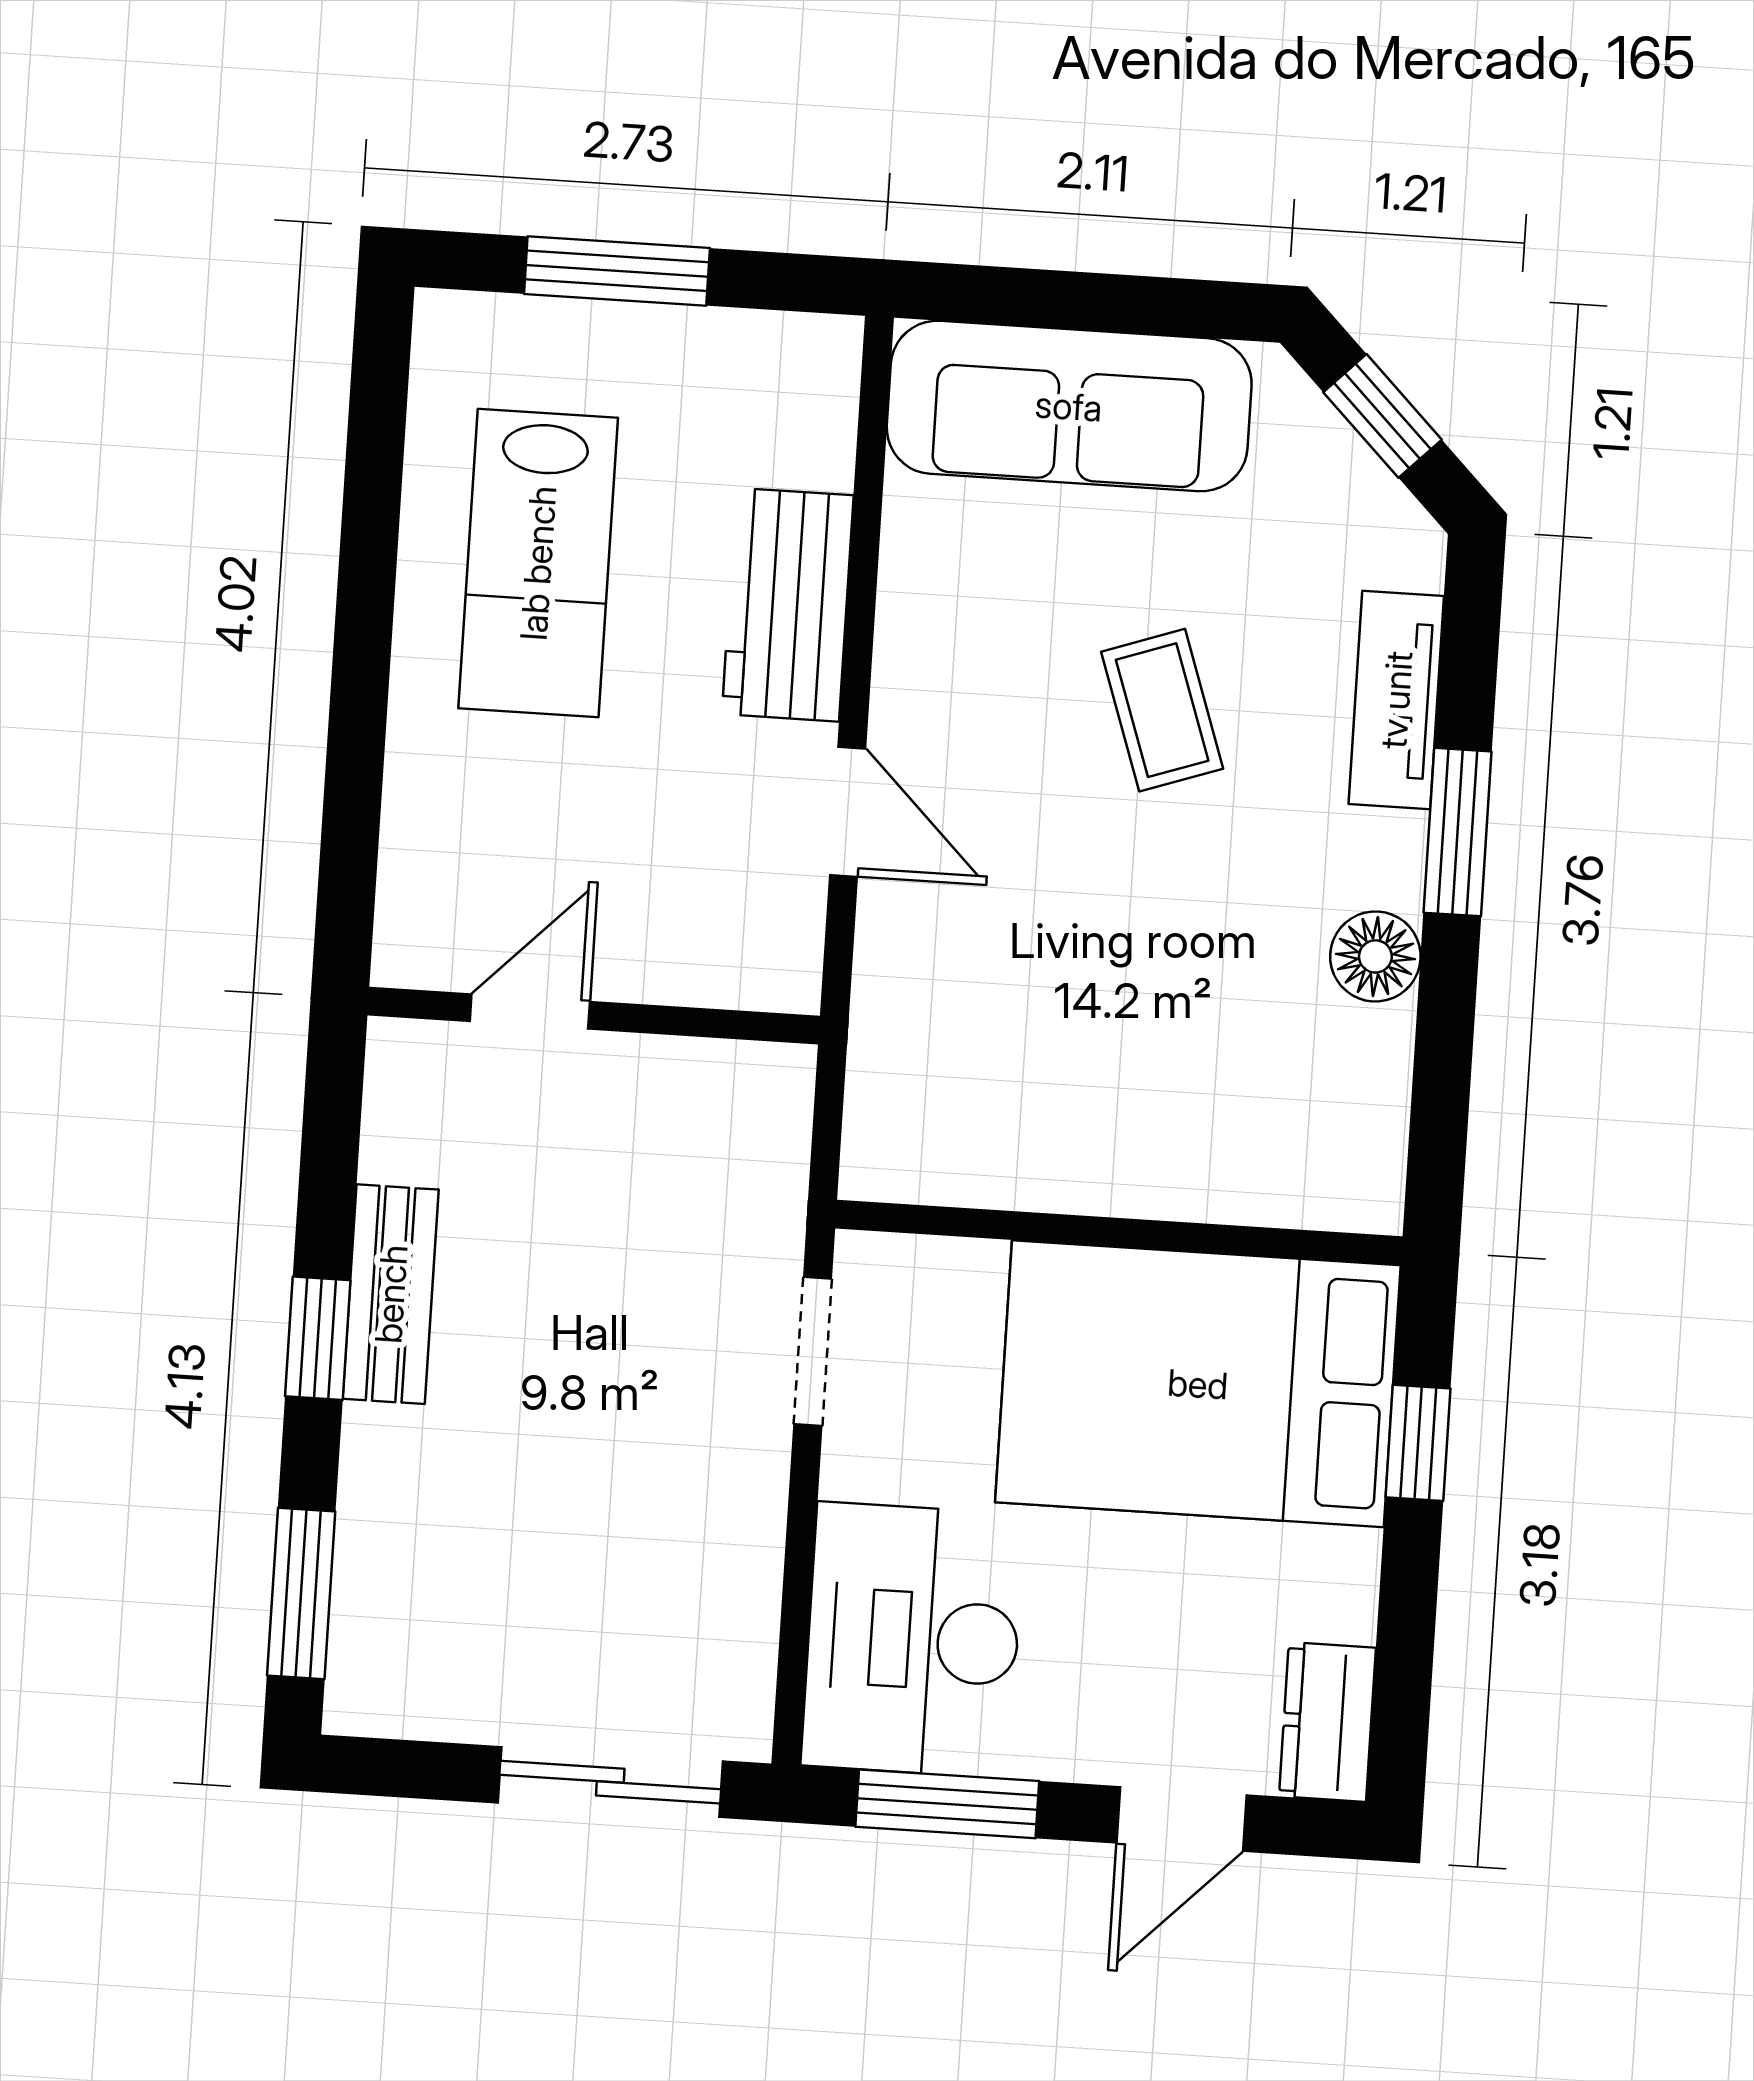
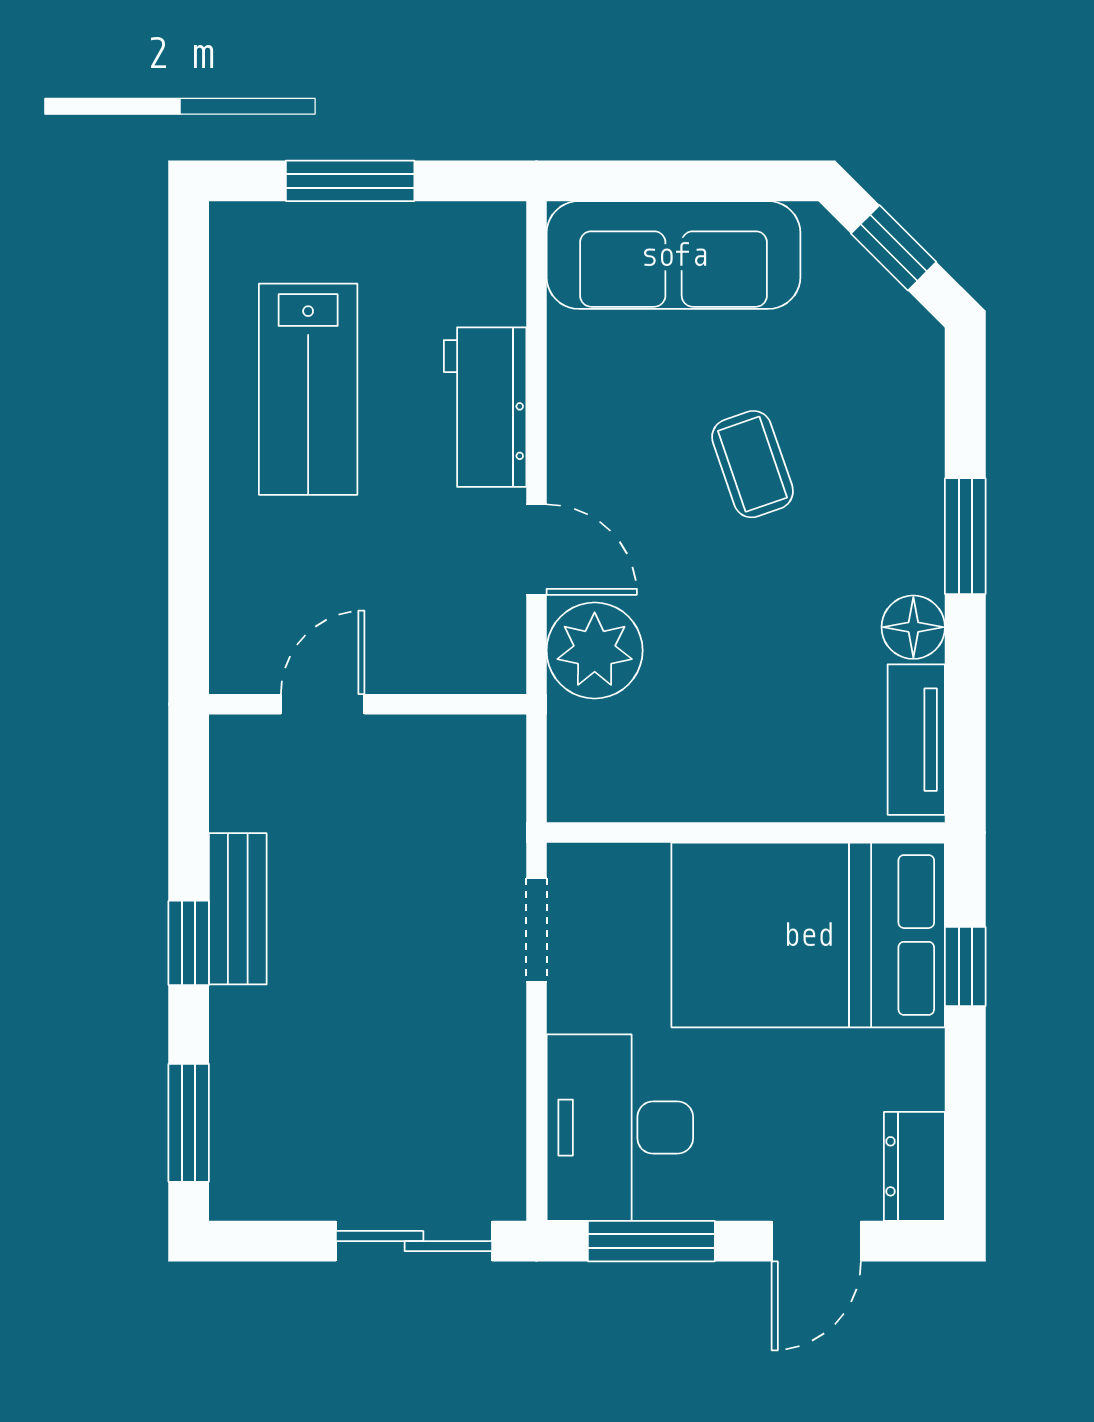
tv unit: (1396, 700) -> (916, 740), moved
plant: (921, 960) -> (595, 650), added

